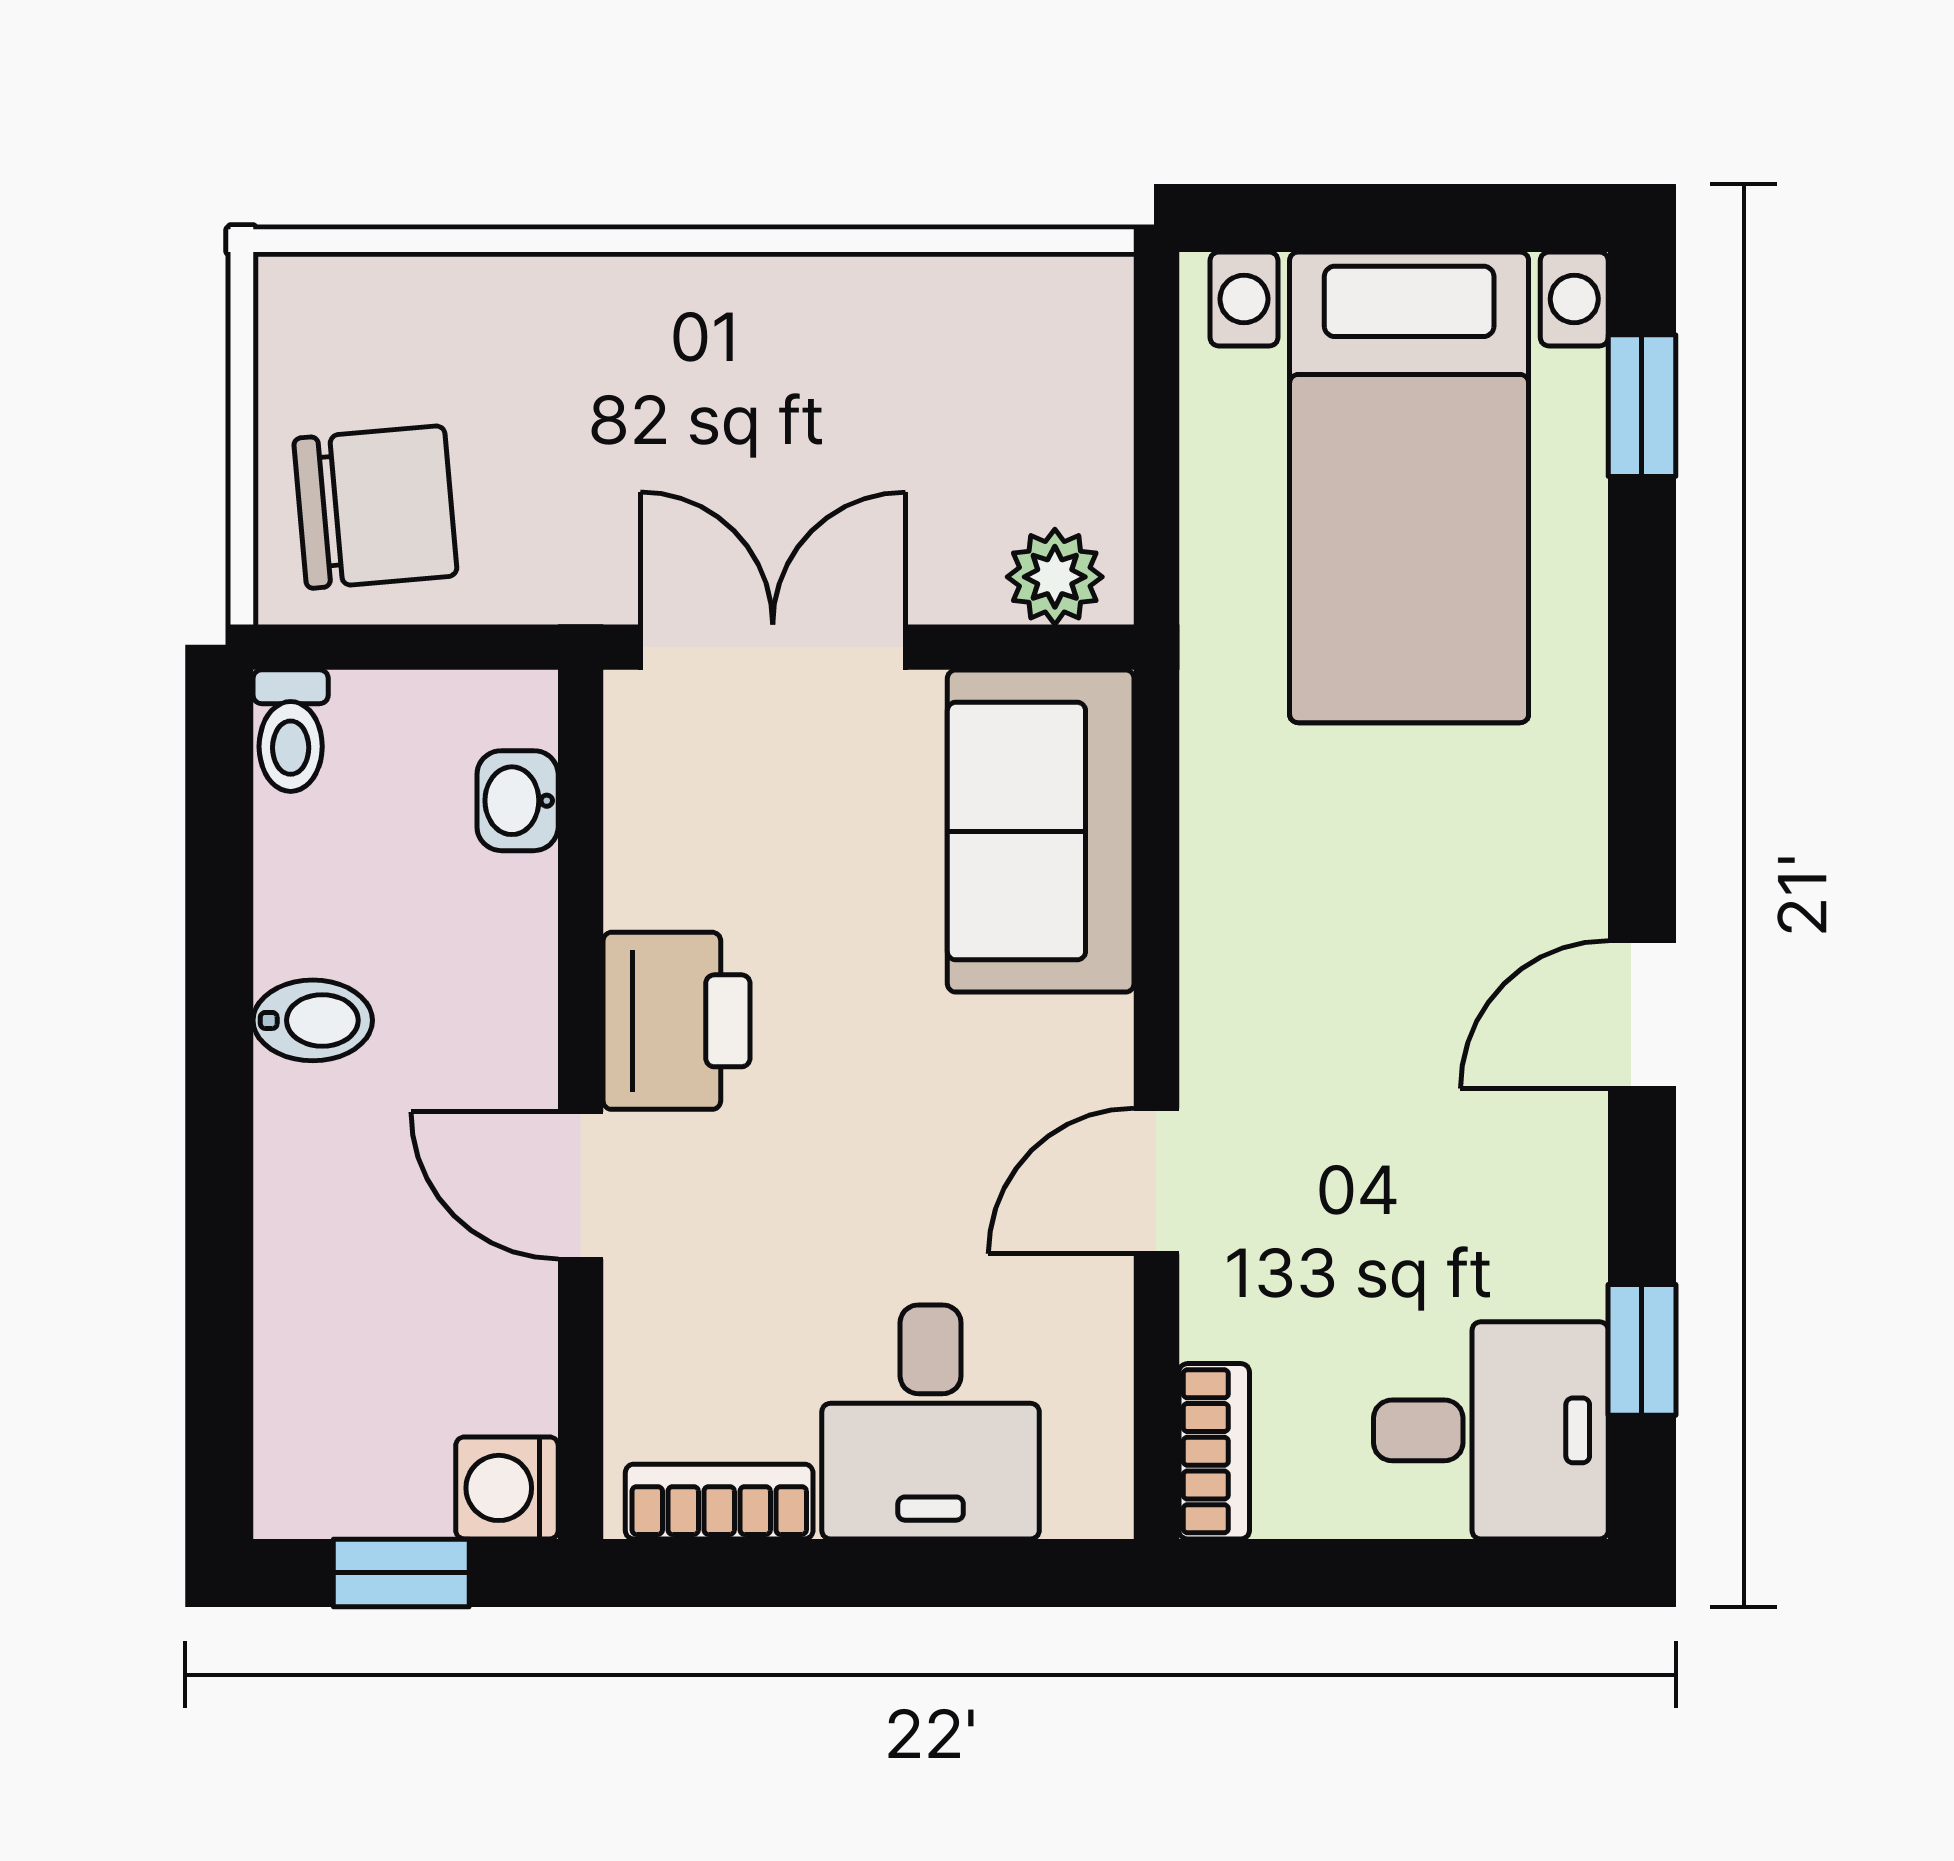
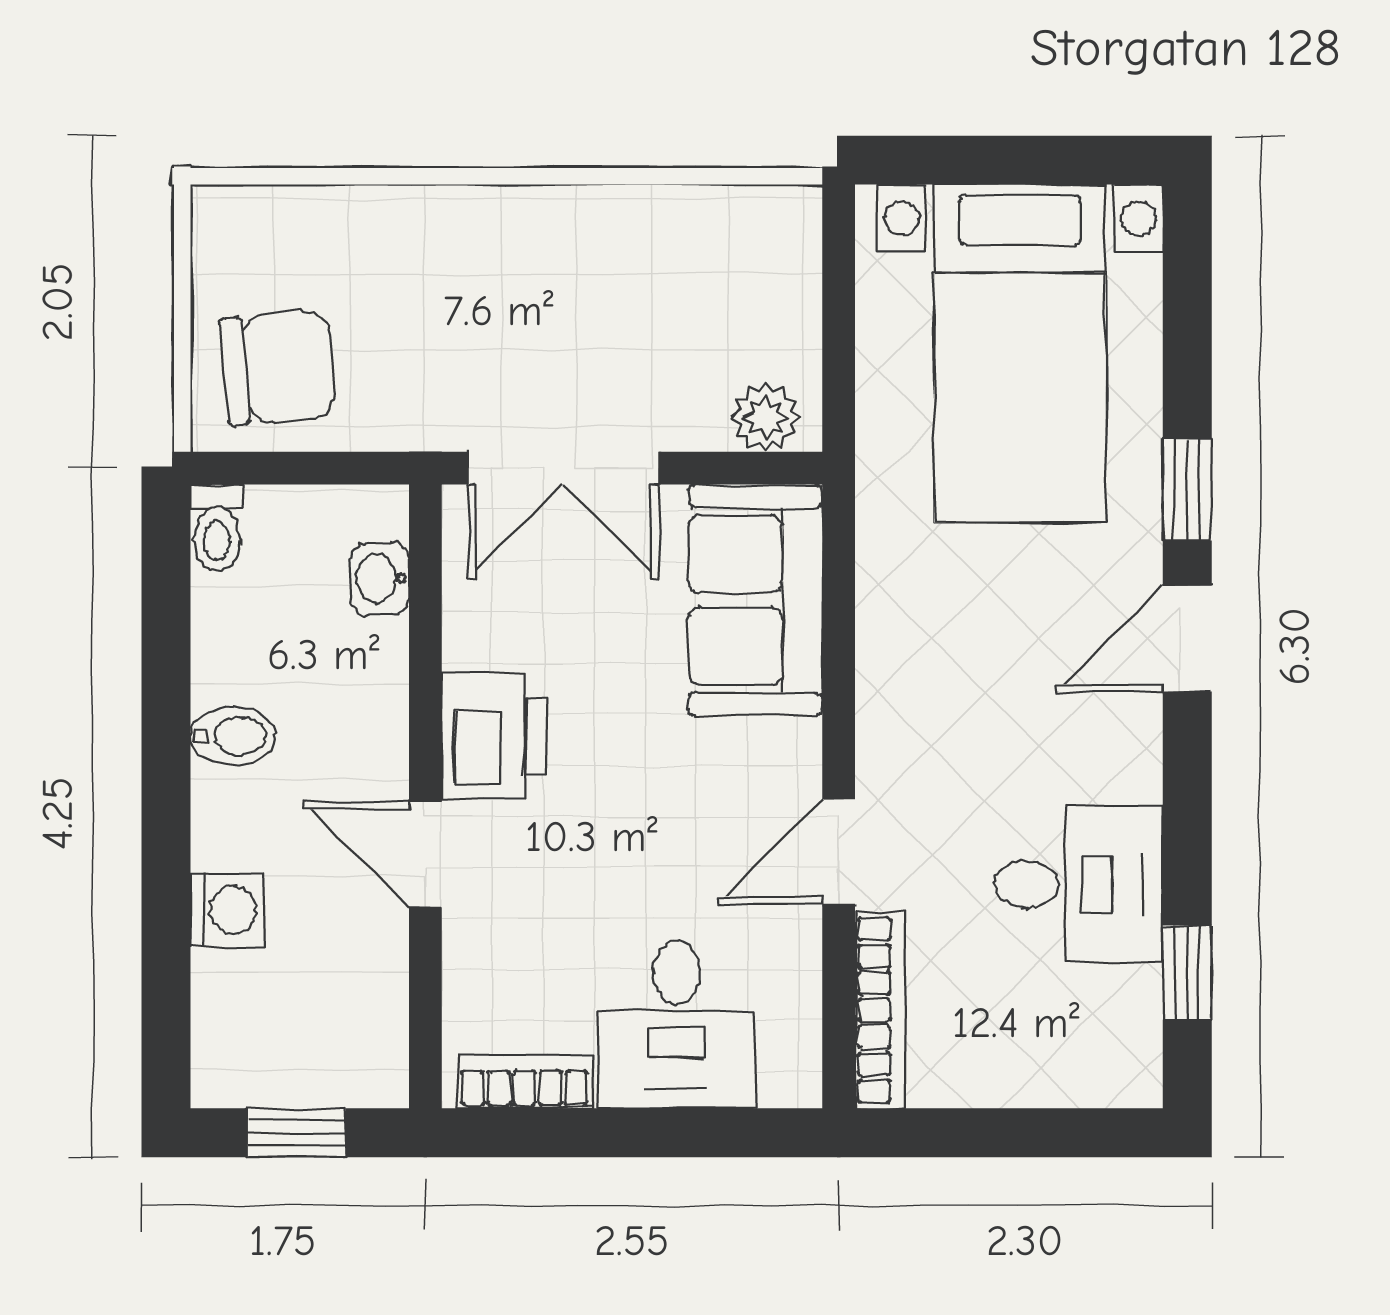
window: (1642, 406) -> (1187, 490), moved
double door: (773, 647) -> (563, 468), swing flipped
door: (1642, 1015) -> (1187, 639), moved
desk: (1491, 1430) -> (1079, 884), moved
bookcase: (1214, 1451) -> (880, 1010), width x1.56
washing machine: (507, 1488) -> (227, 910), moved, turned 180

